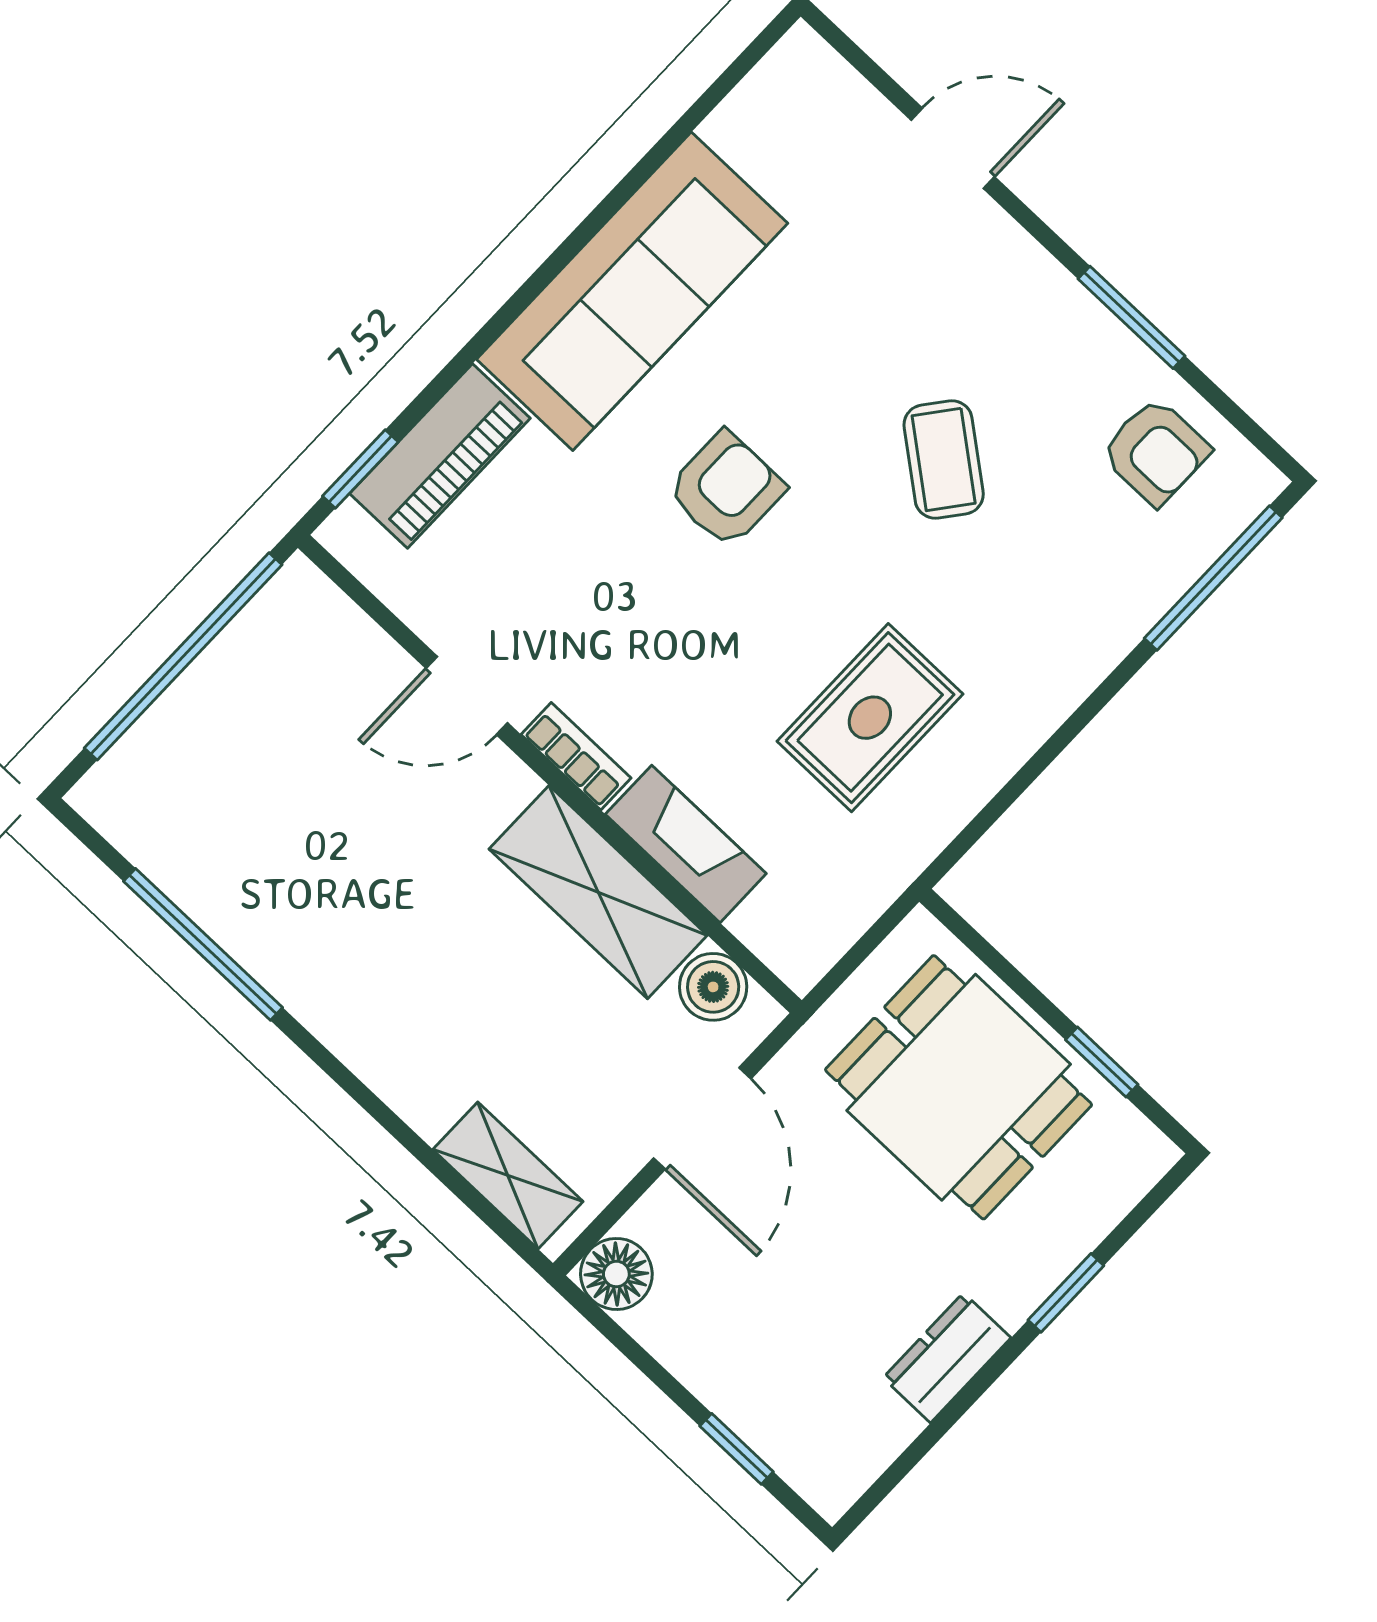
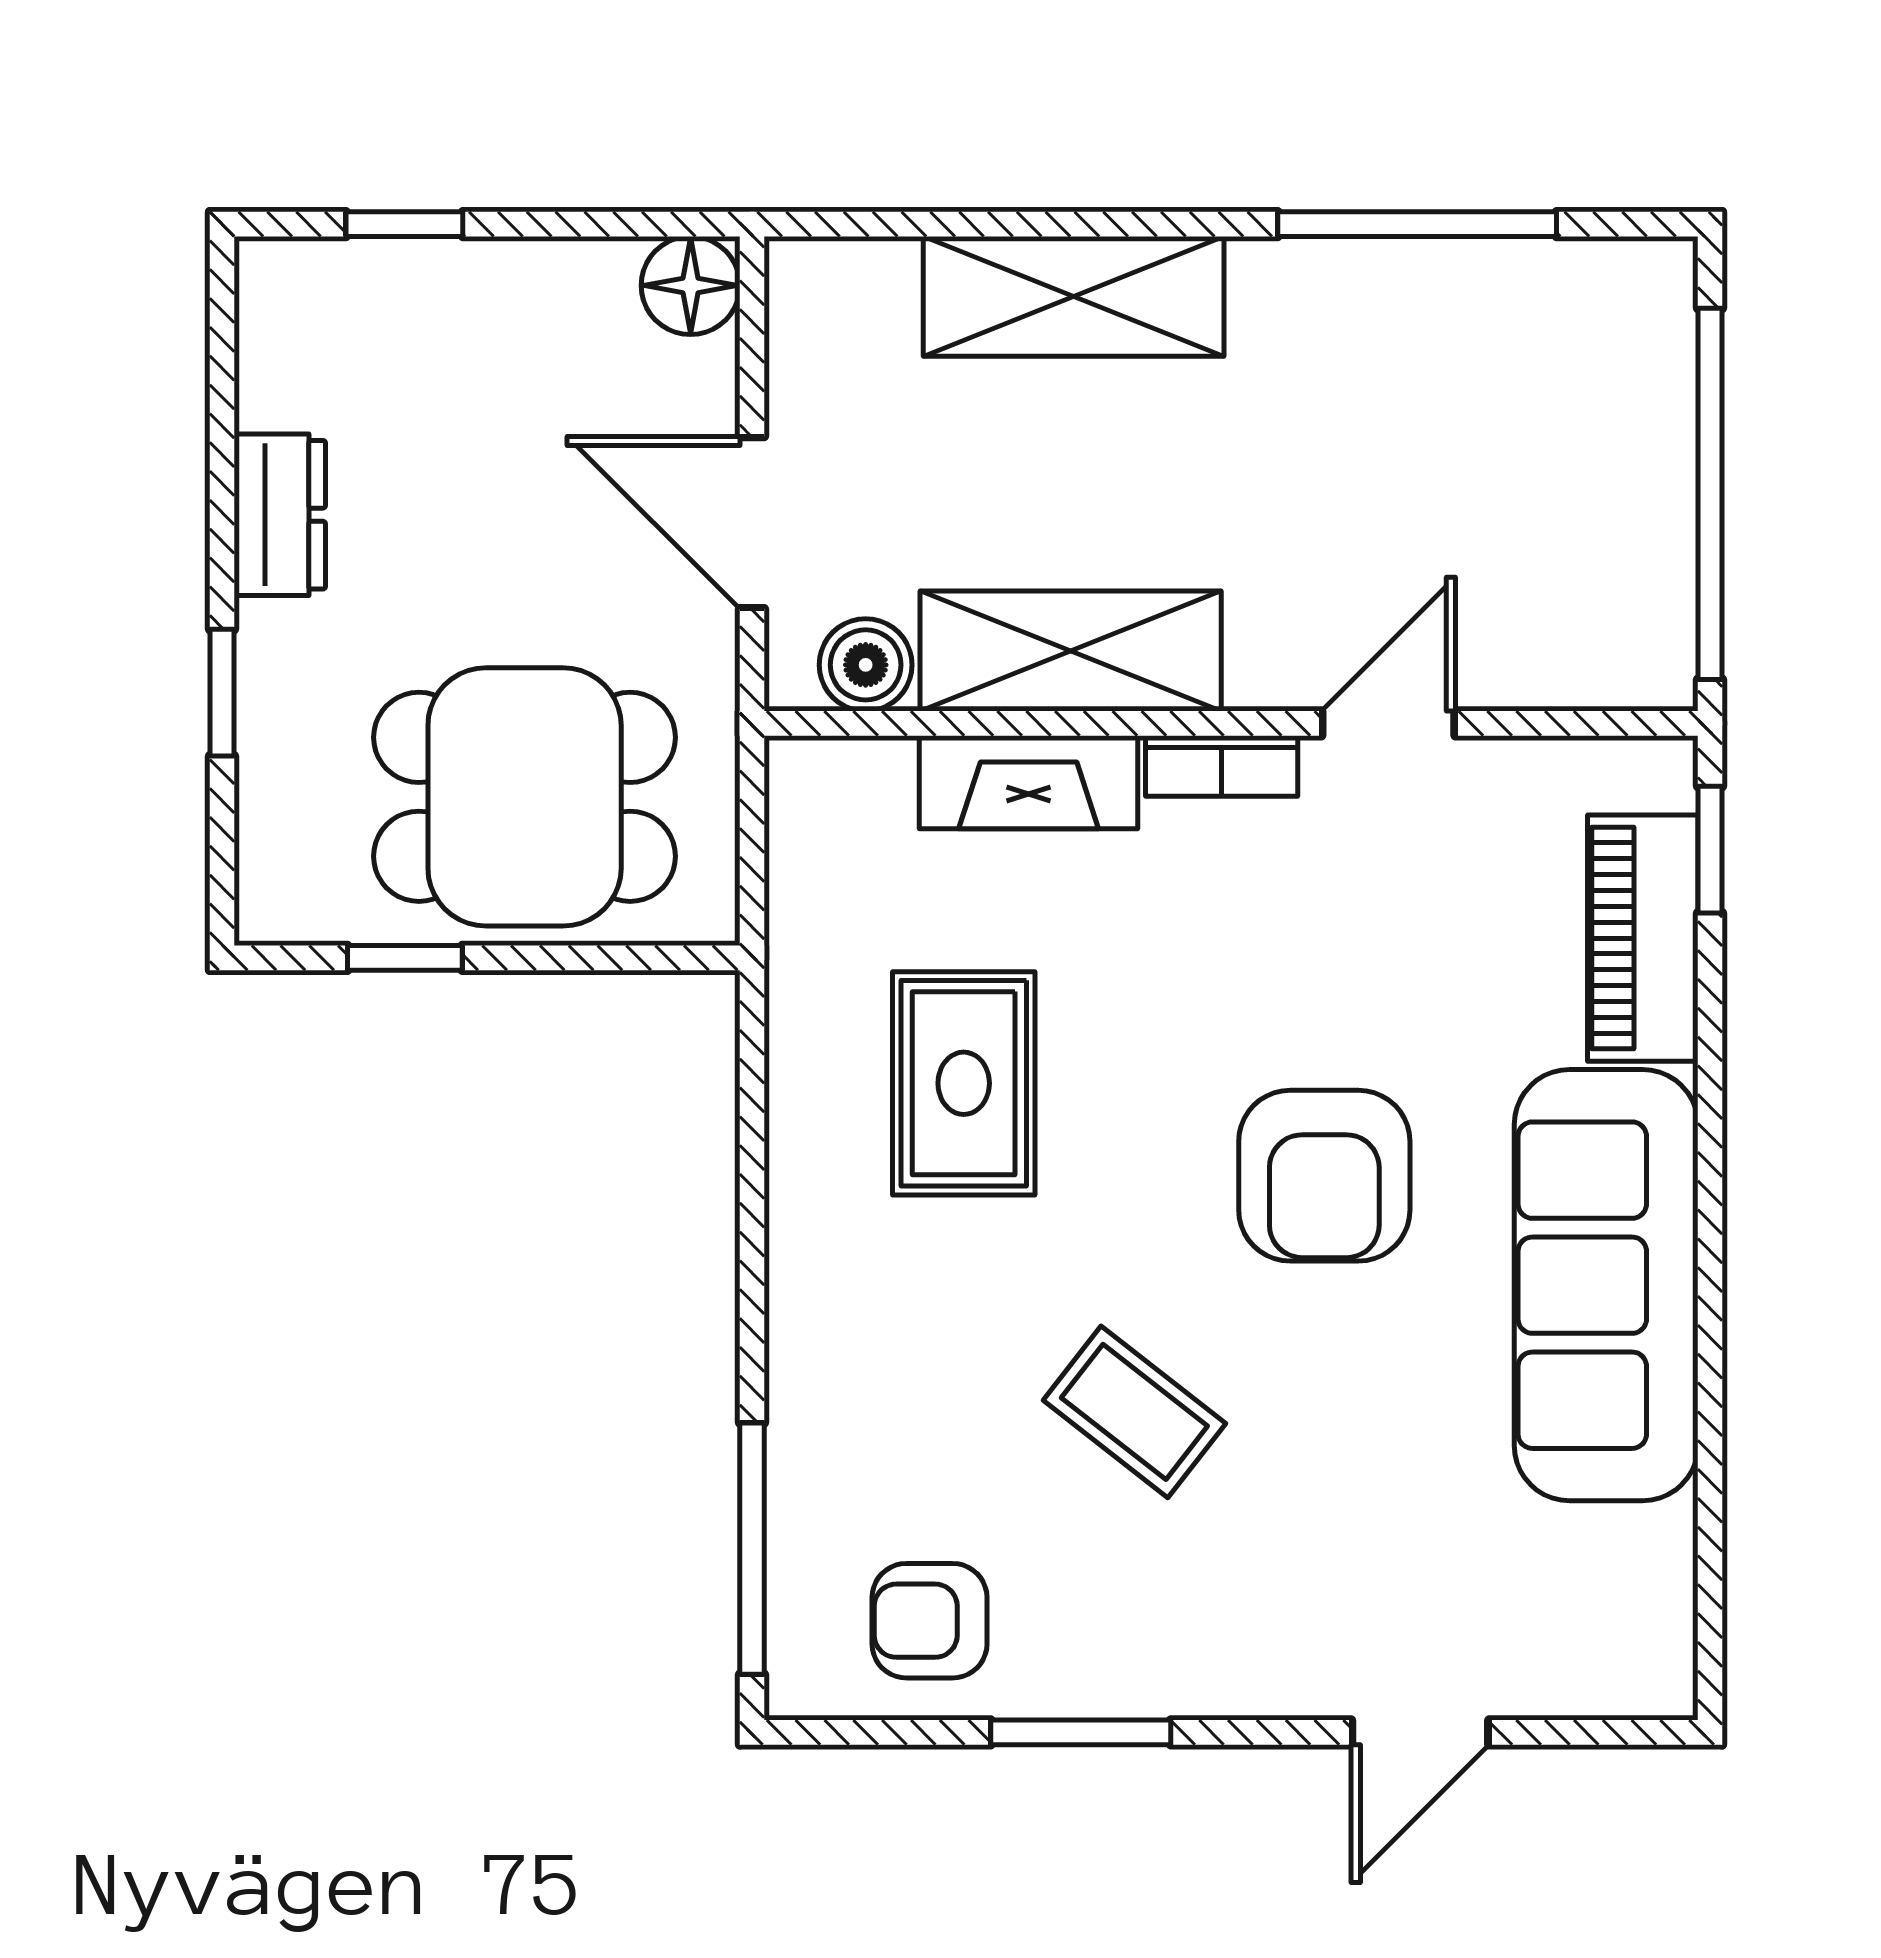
armchair: (726, 489) -> (1324, 1176), width x1.38, depth x1.38
shelving: (508, 1176) -> (1074, 296), moved, width x1.50, depth x1.33

